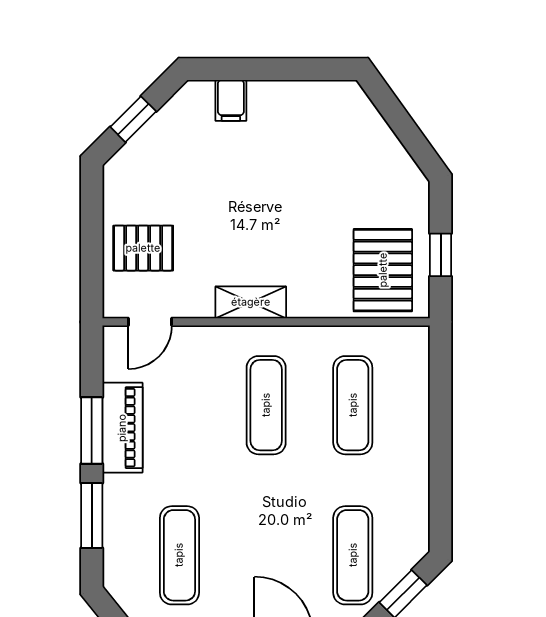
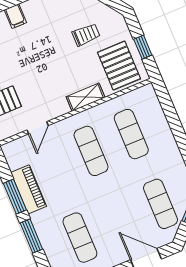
trolley: (346, 188) -> (86, 35), added
shelving: (251, 302) -> (86, 97), moved
door: (150, 322) -> (38, 128), moved

